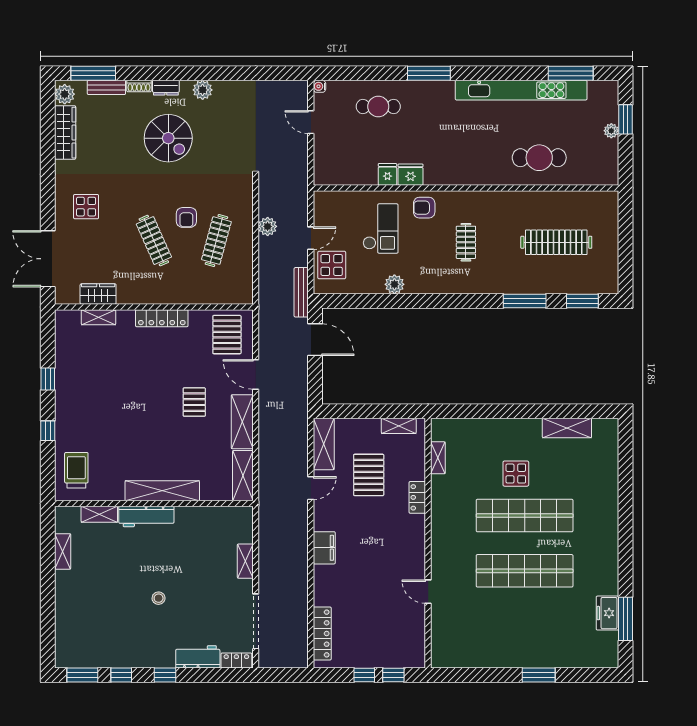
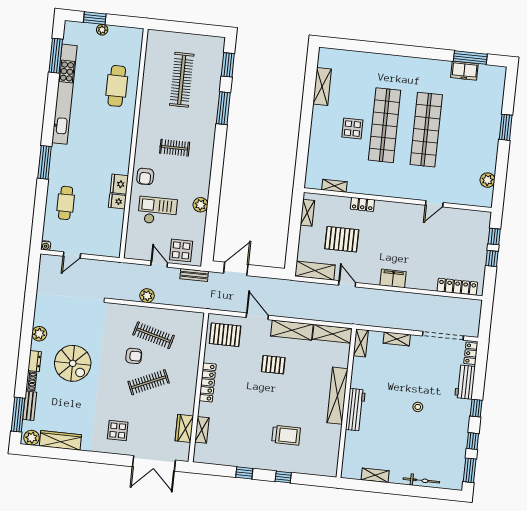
spiral stairs: (168, 138) -> (73, 363), turned 90
bench: (301, 292) -> (194, 275), width x0.73
door: (256, 374) -> (257, 316), swing flipped
trolley: (76, 470) -> (286, 435), moved, turned 180
shelving: (99, 514) -> (361, 343), moved
bicycle: (62, 613) -> (421, 480), added
plant: (467, 659) -> (488, 180), added

